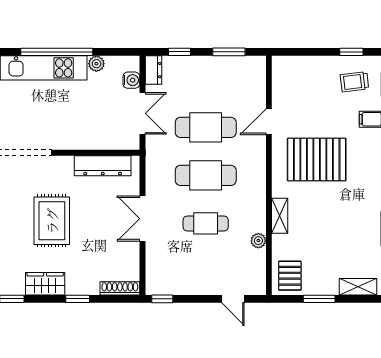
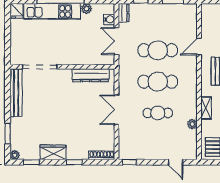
double door: (142, 113) -> (117, 41), swing flipped
rug: (52, 221) -> (57, 111), removed

